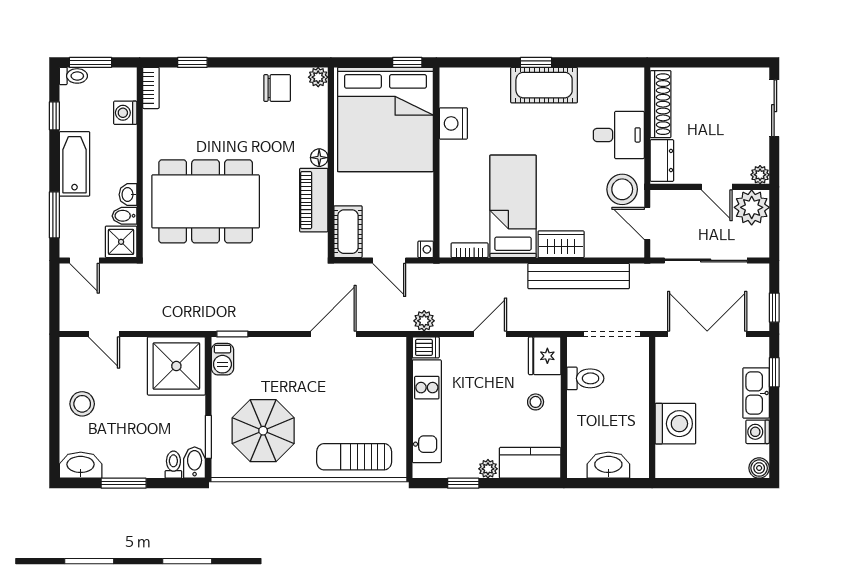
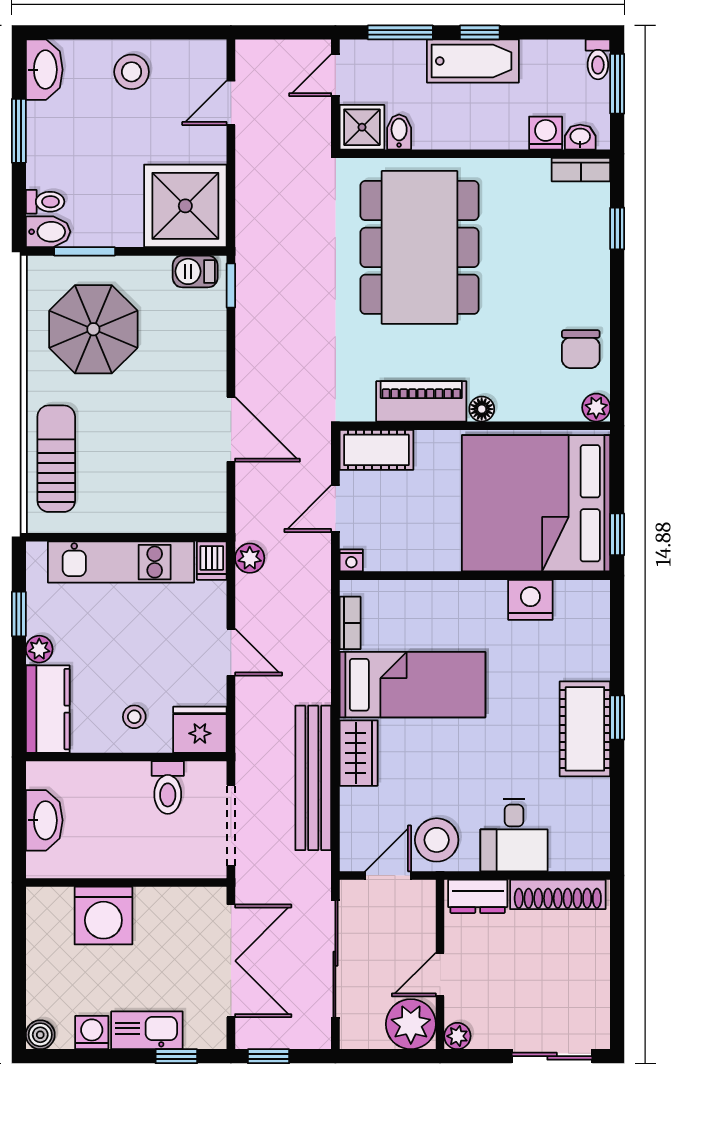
window: (54, 116) -> (480, 32), moved
washbasin: (128, 195) -> (580, 137), moved

